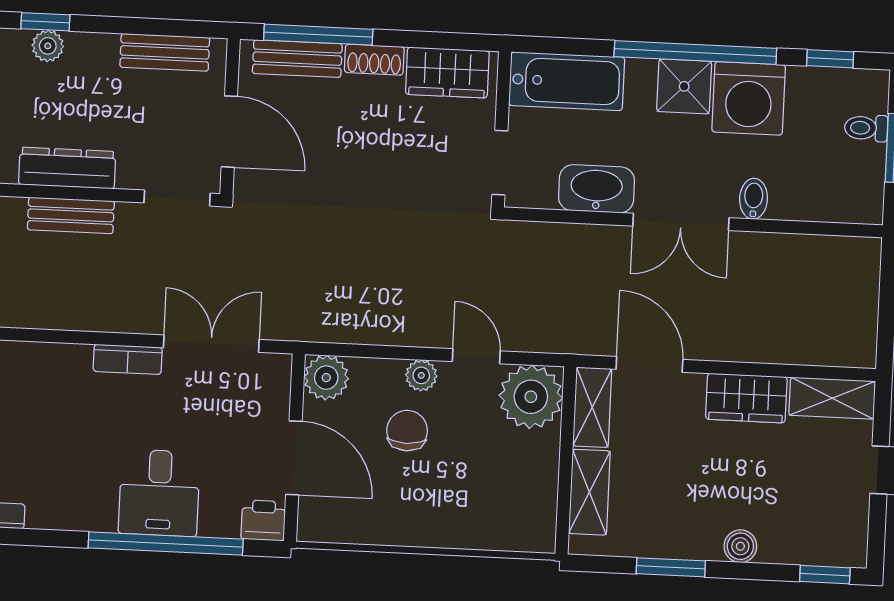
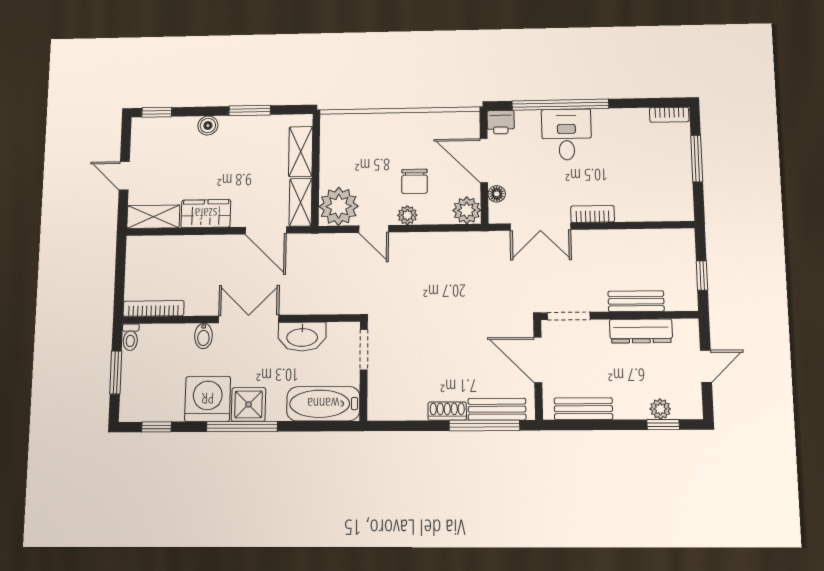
window: (695, 52) -> (242, 427), width x0.68
wardrobe: (447, 73) -> (400, 405), removed
toilet: (866, 128) -> (130, 337), moved, turned 90
bookcase: (833, 247) -> (154, 308), added
floor lamp: (277, 402) -> (497, 194), added

